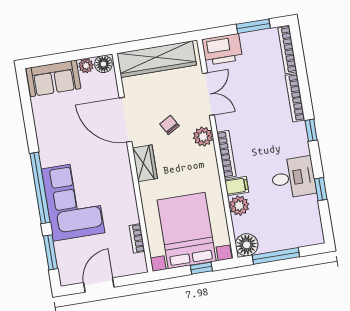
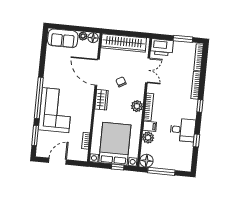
plant: (203, 137) -> (137, 106), moved

